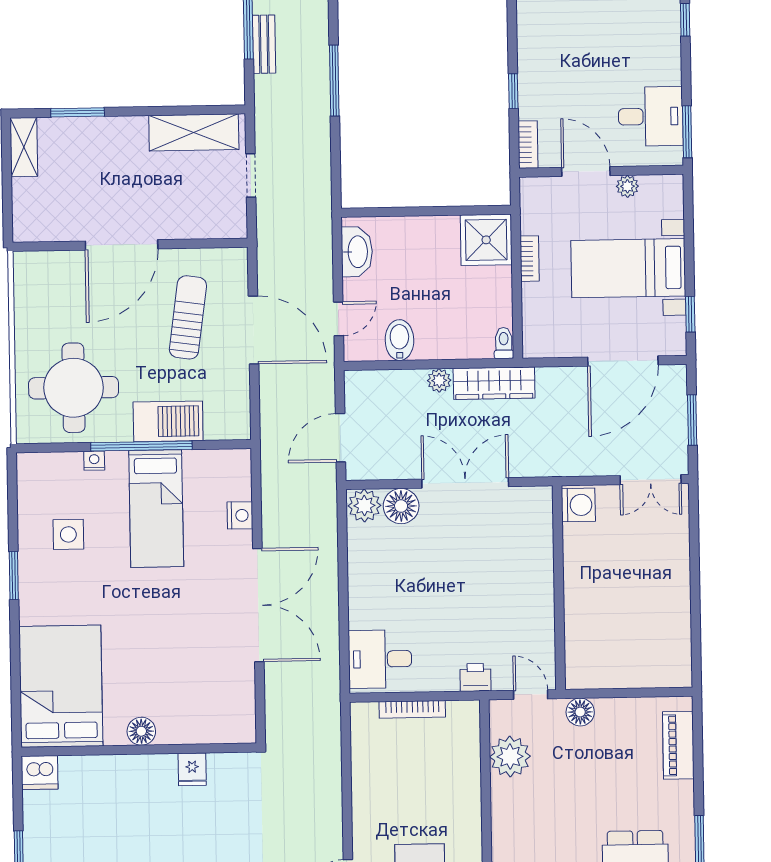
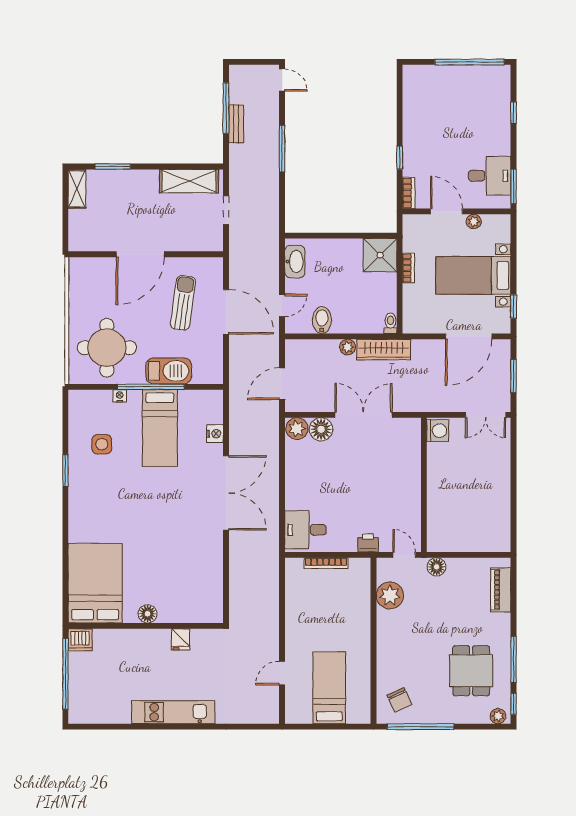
bed: (61, 686) -> (95, 583), moved
floor lamp: (141, 731) -> (148, 614), moved
wall: (139, 750) -> (146, 626), moved
fridge: (192, 769) -> (181, 639), moved
dishwasher: (40, 773) -> (80, 640), moved

